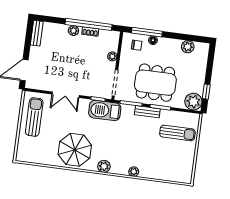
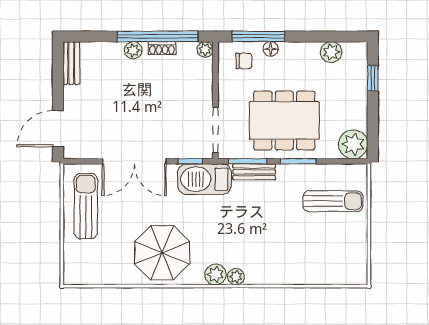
plant: (112, 56) -> (205, 49), moved
window: (206, 92) -> (373, 78), moved
double door: (66, 95) -> (134, 161), width x1.37
bench: (147, 112) -> (254, 172), moved
plant: (134, 172) -> (236, 277), moved

